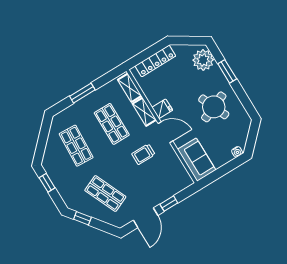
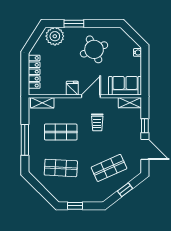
window: (82, 93) -> (25, 140), width x1.44
shelving: (144, 112) -> (130, 103), moved
window: (82, 218) -> (125, 190), moved

